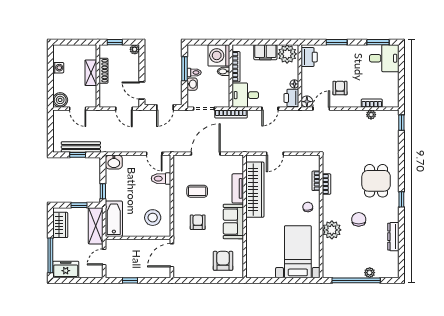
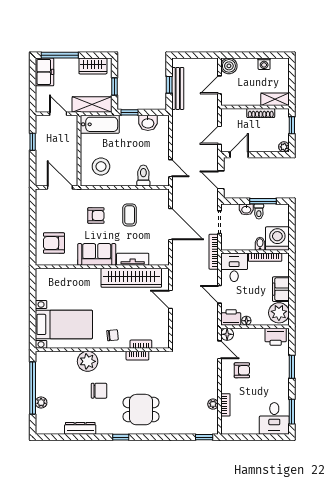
shelving: (91, 73) -> (275, 99), moved
door: (154, 154) -> (170, 168), swing flipped
washbasin: (114, 162) -> (148, 123), moved, turned -90
armchair: (223, 261) -> (54, 243), turned 180

